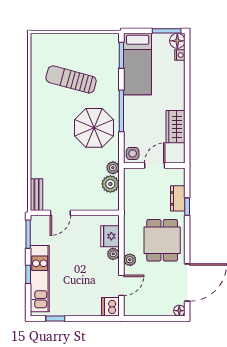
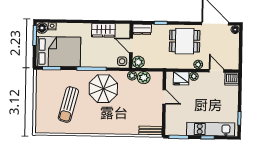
bed: (138, 64) -> (58, 52), width x1.50
plant: (132, 176) -> (138, 62), added
dresser: (178, 198) -> (142, 29), moved
door: (60, 213) -> (164, 97), moved

